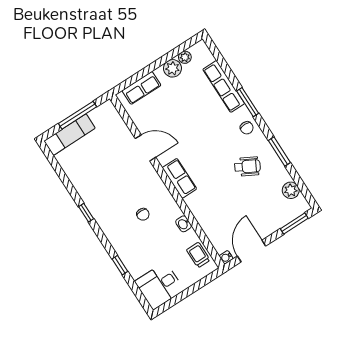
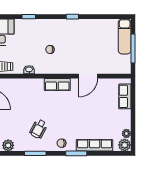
plant: (172, 68) -> (125, 145), moved

